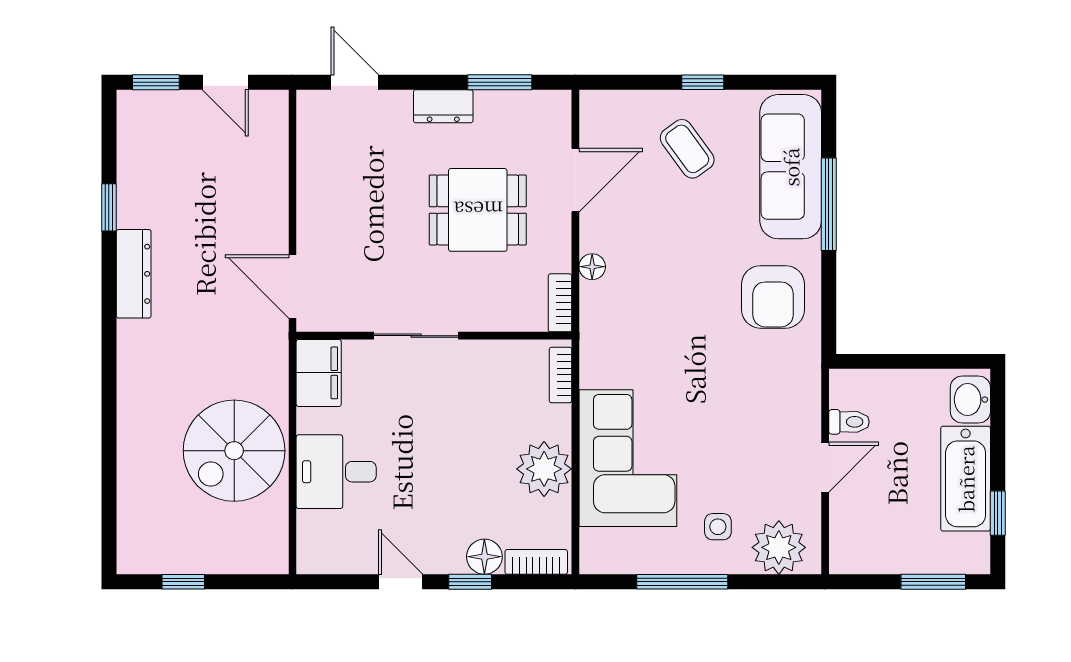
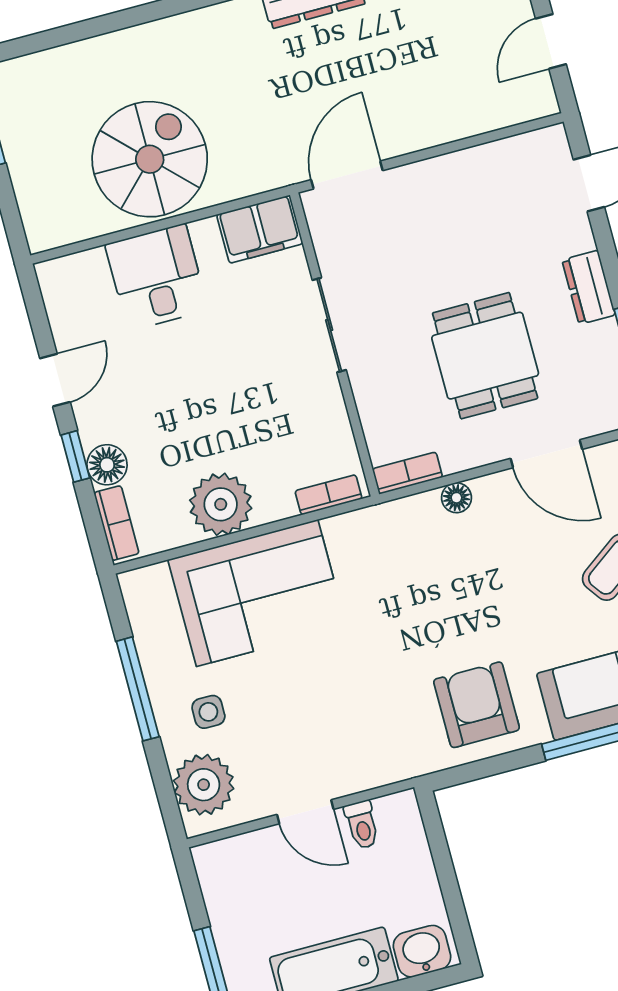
armchair: (773, 297) -> (477, 705), turned 90
spiral stairs: (234, 451) -> (150, 159), turned 90

